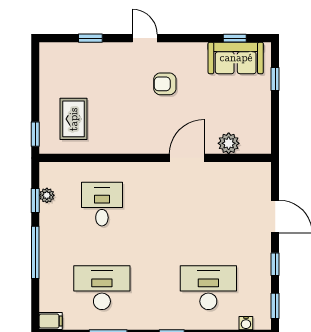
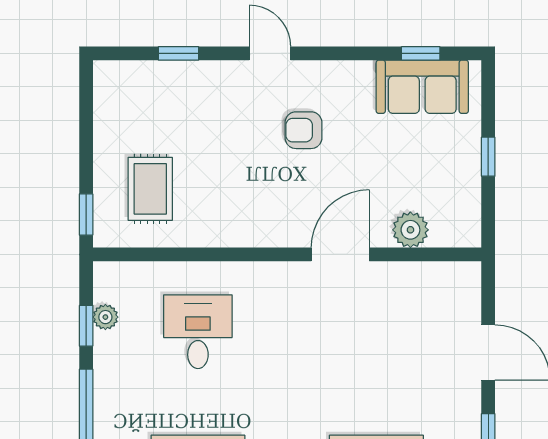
window: (275, 79) -> (488, 157), moved

